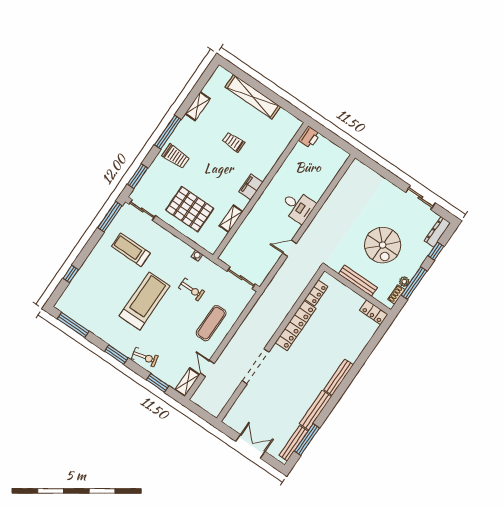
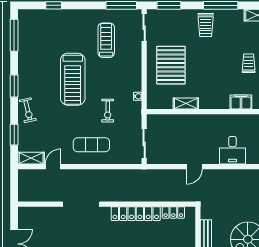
filing cabinet: (251, 187) -> (241, 102), moved
door: (290, 248) -> (194, 167), swing flipped
treadmill: (145, 301) -> (73, 79), turned 90

